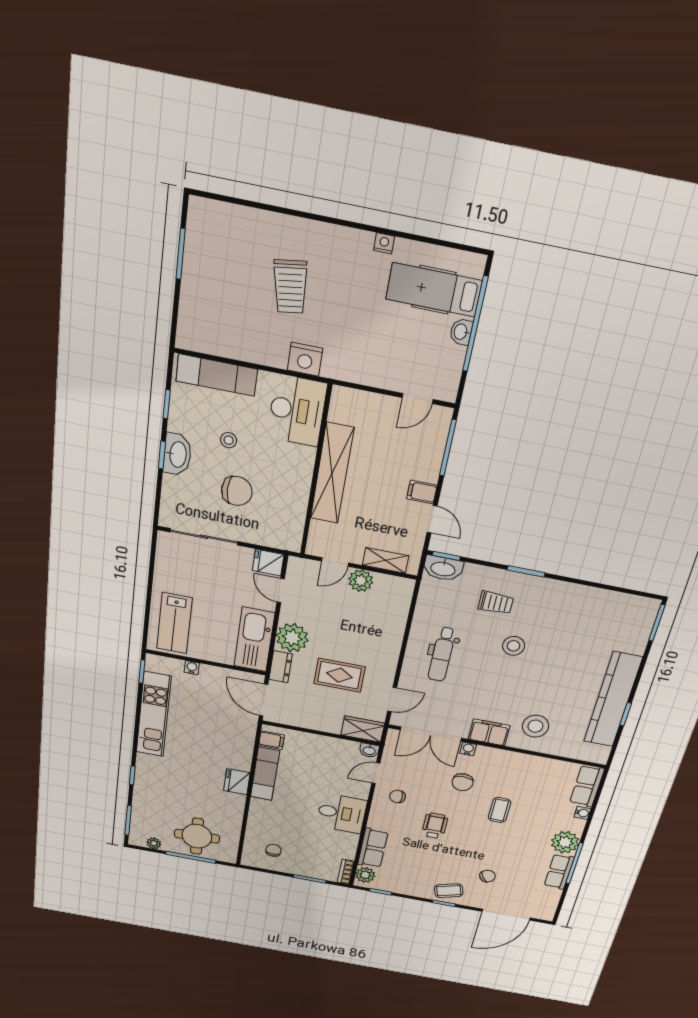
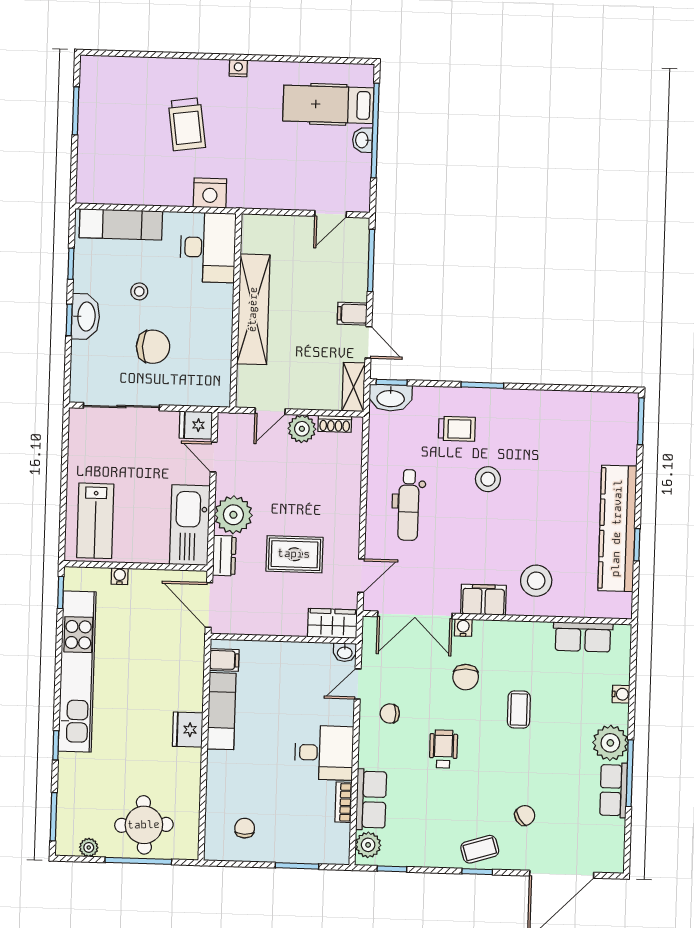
nightstand: (384, 243) -> (238, 68), moved
shelving: (386, 560) -> (354, 387), moved, turned 90
shoe rack: (390, 581) -> (335, 424), added
kitchen unit: (154, 715) -> (77, 672), width x1.36
row of seats: (587, 786) -> (583, 637), moved, turned -90
bookcase: (346, 872) -> (343, 802), moved

